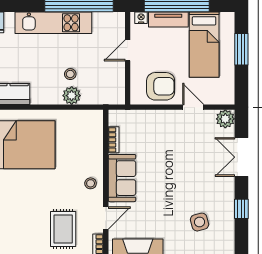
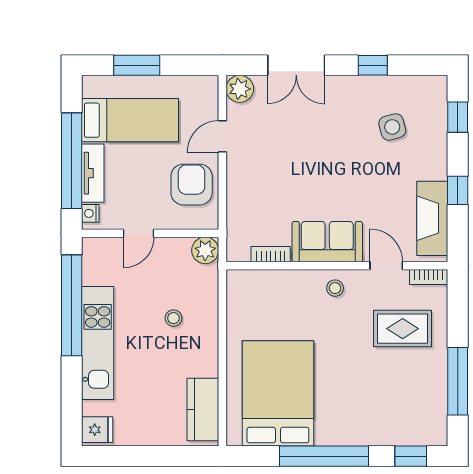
door: (128, 50) -> (138, 233), hinge flipped
plant: (72, 96) -> (205, 250), moved

